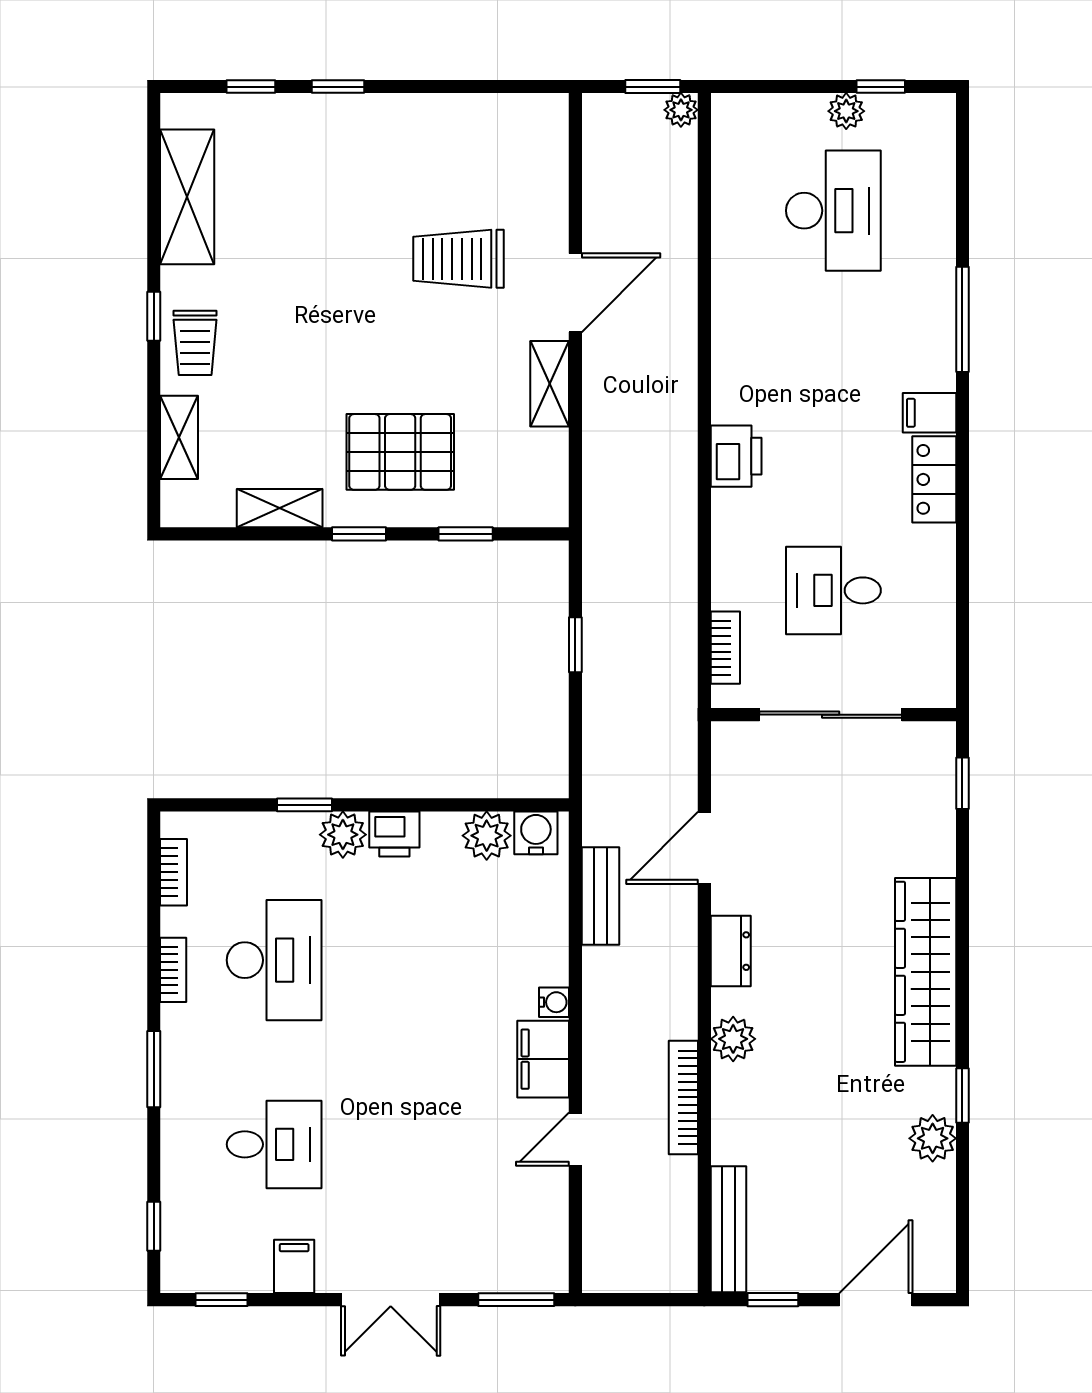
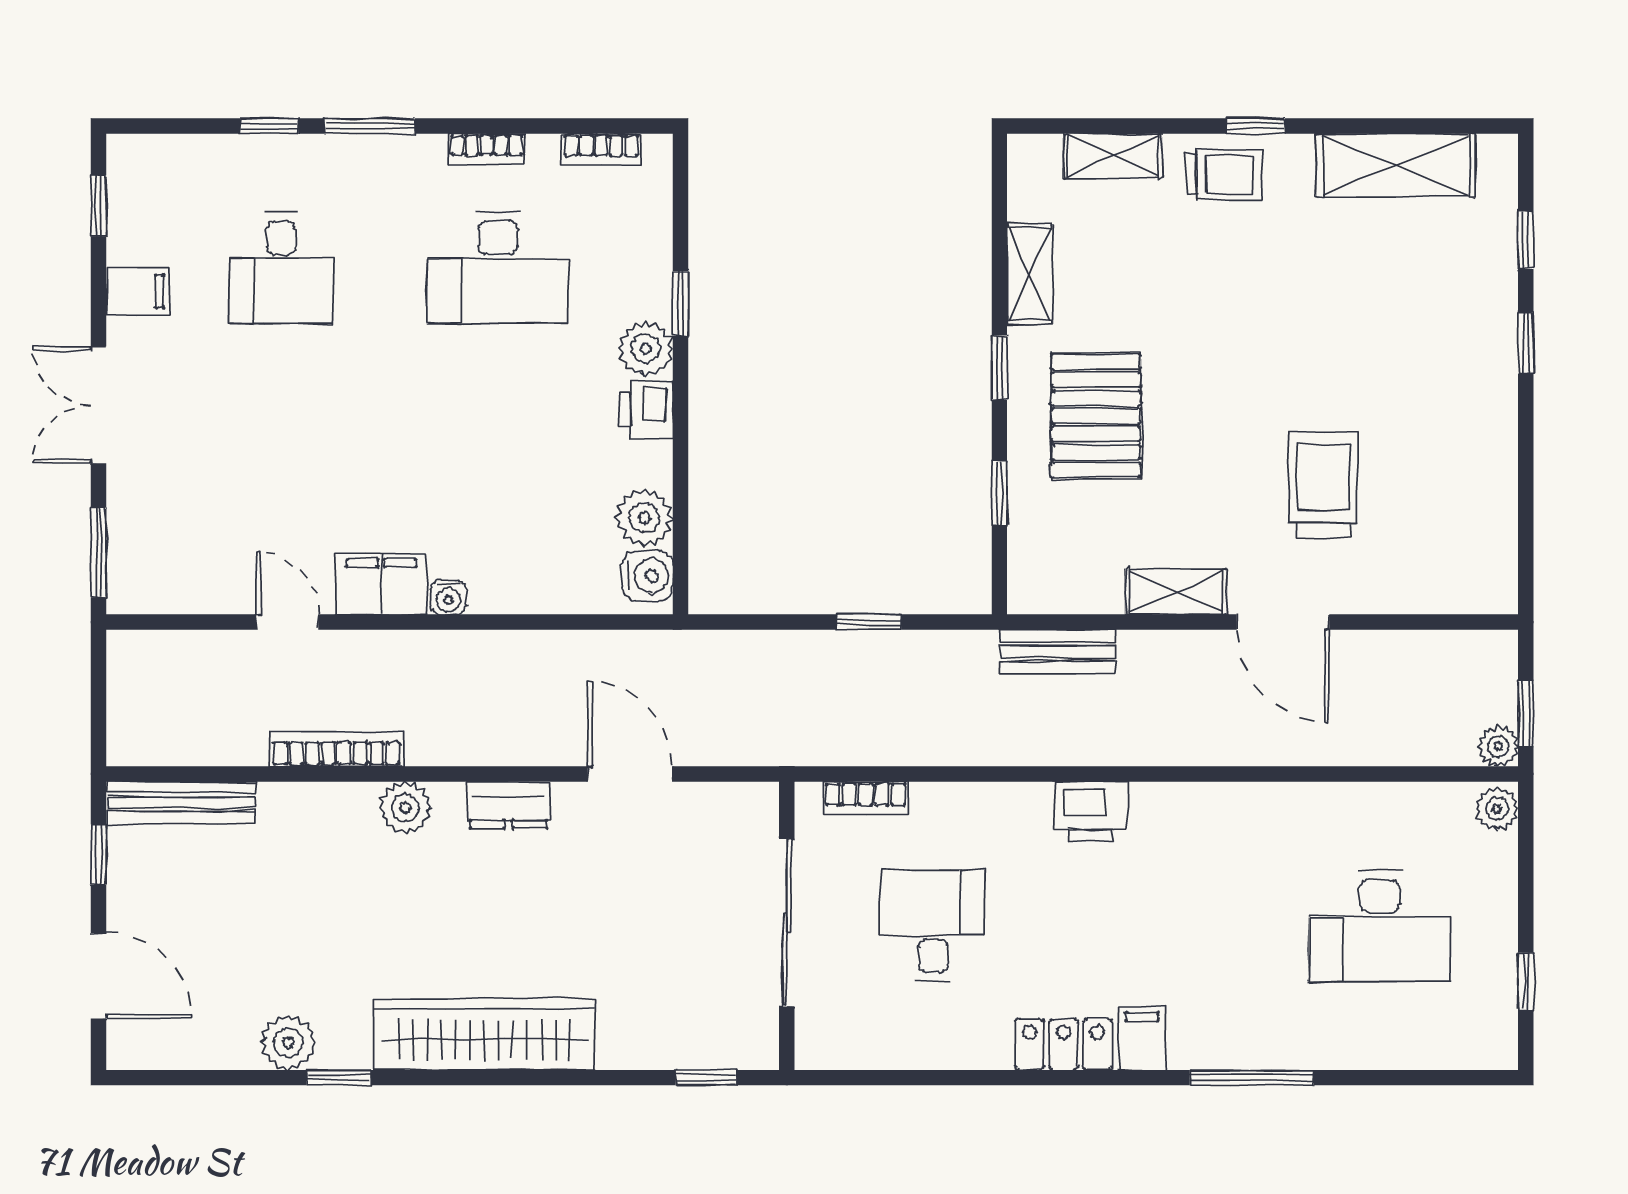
plant: (846, 111) -> (1497, 809), moved
trolley: (195, 343) -> (1224, 175), turned 180
bench: (600, 896) -> (1057, 652), moved
window: (154, 1226) -> (269, 126), moved

